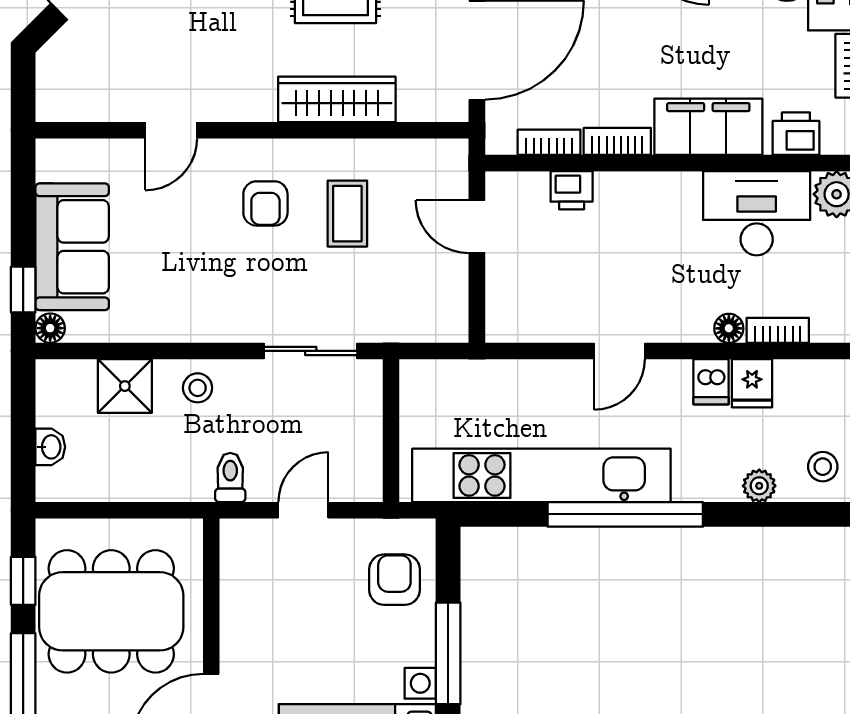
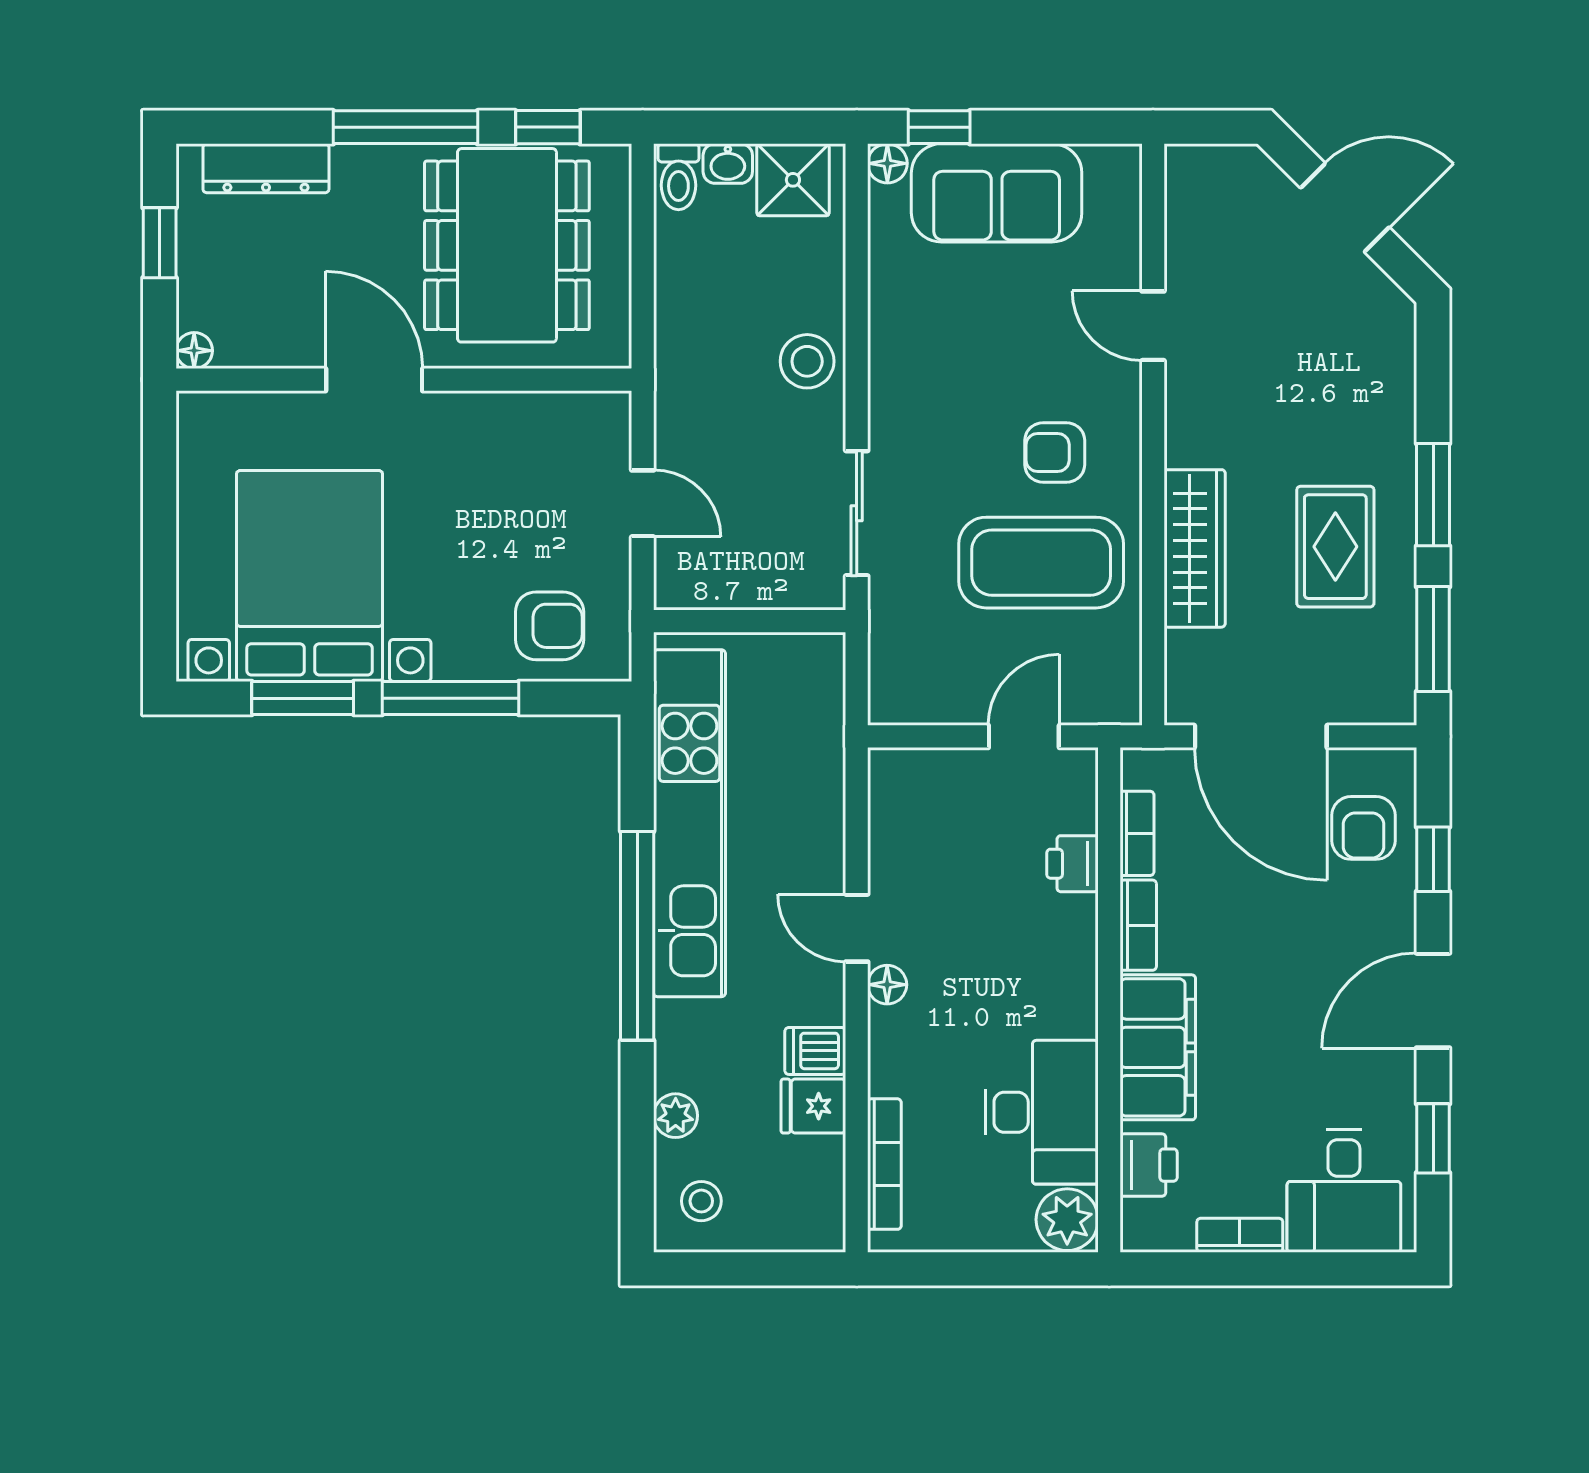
coffee table: (347, 214) -> (1041, 563), width x1.86, depth x1.72
floor lamp: (729, 328) -> (887, 985), moved
bookcase: (778, 330) -> (884, 1164), width x1.56
shower: (125, 386) -> (793, 180), moved
stool: (198, 388) -> (807, 361), width x1.37, depth x1.37
toilet: (230, 478) -> (678, 177), moved, turned 90

